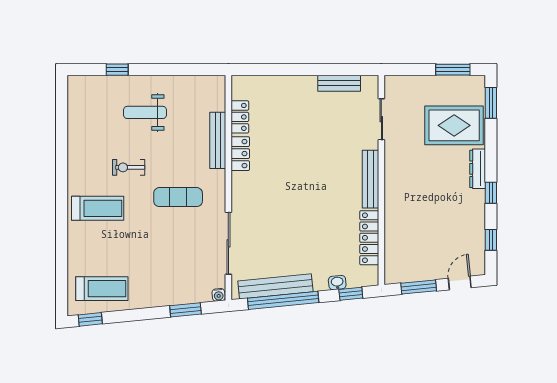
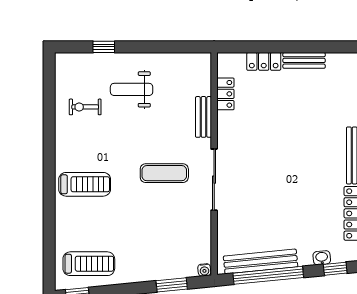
bench: (339, 83) -> (304, 60), moved
bench: (218, 140) -> (204, 117), width x0.73
locker: (240, 154) -> (264, 61), moved, turned 90
exercise bike: (129, 167) -> (85, 107), moved
sliding door: (228, 243) -> (214, 180), moved

